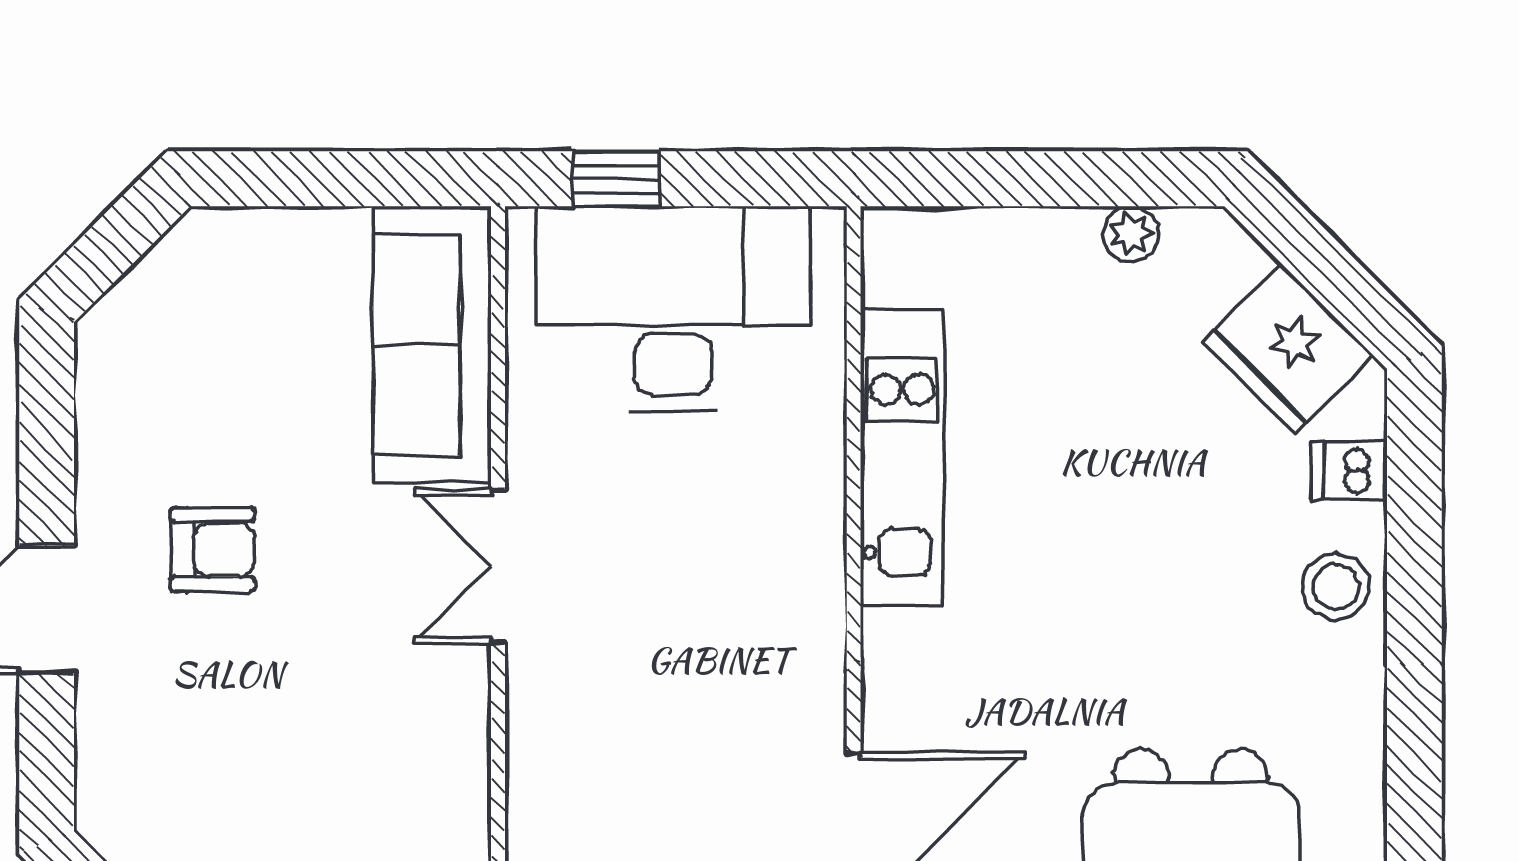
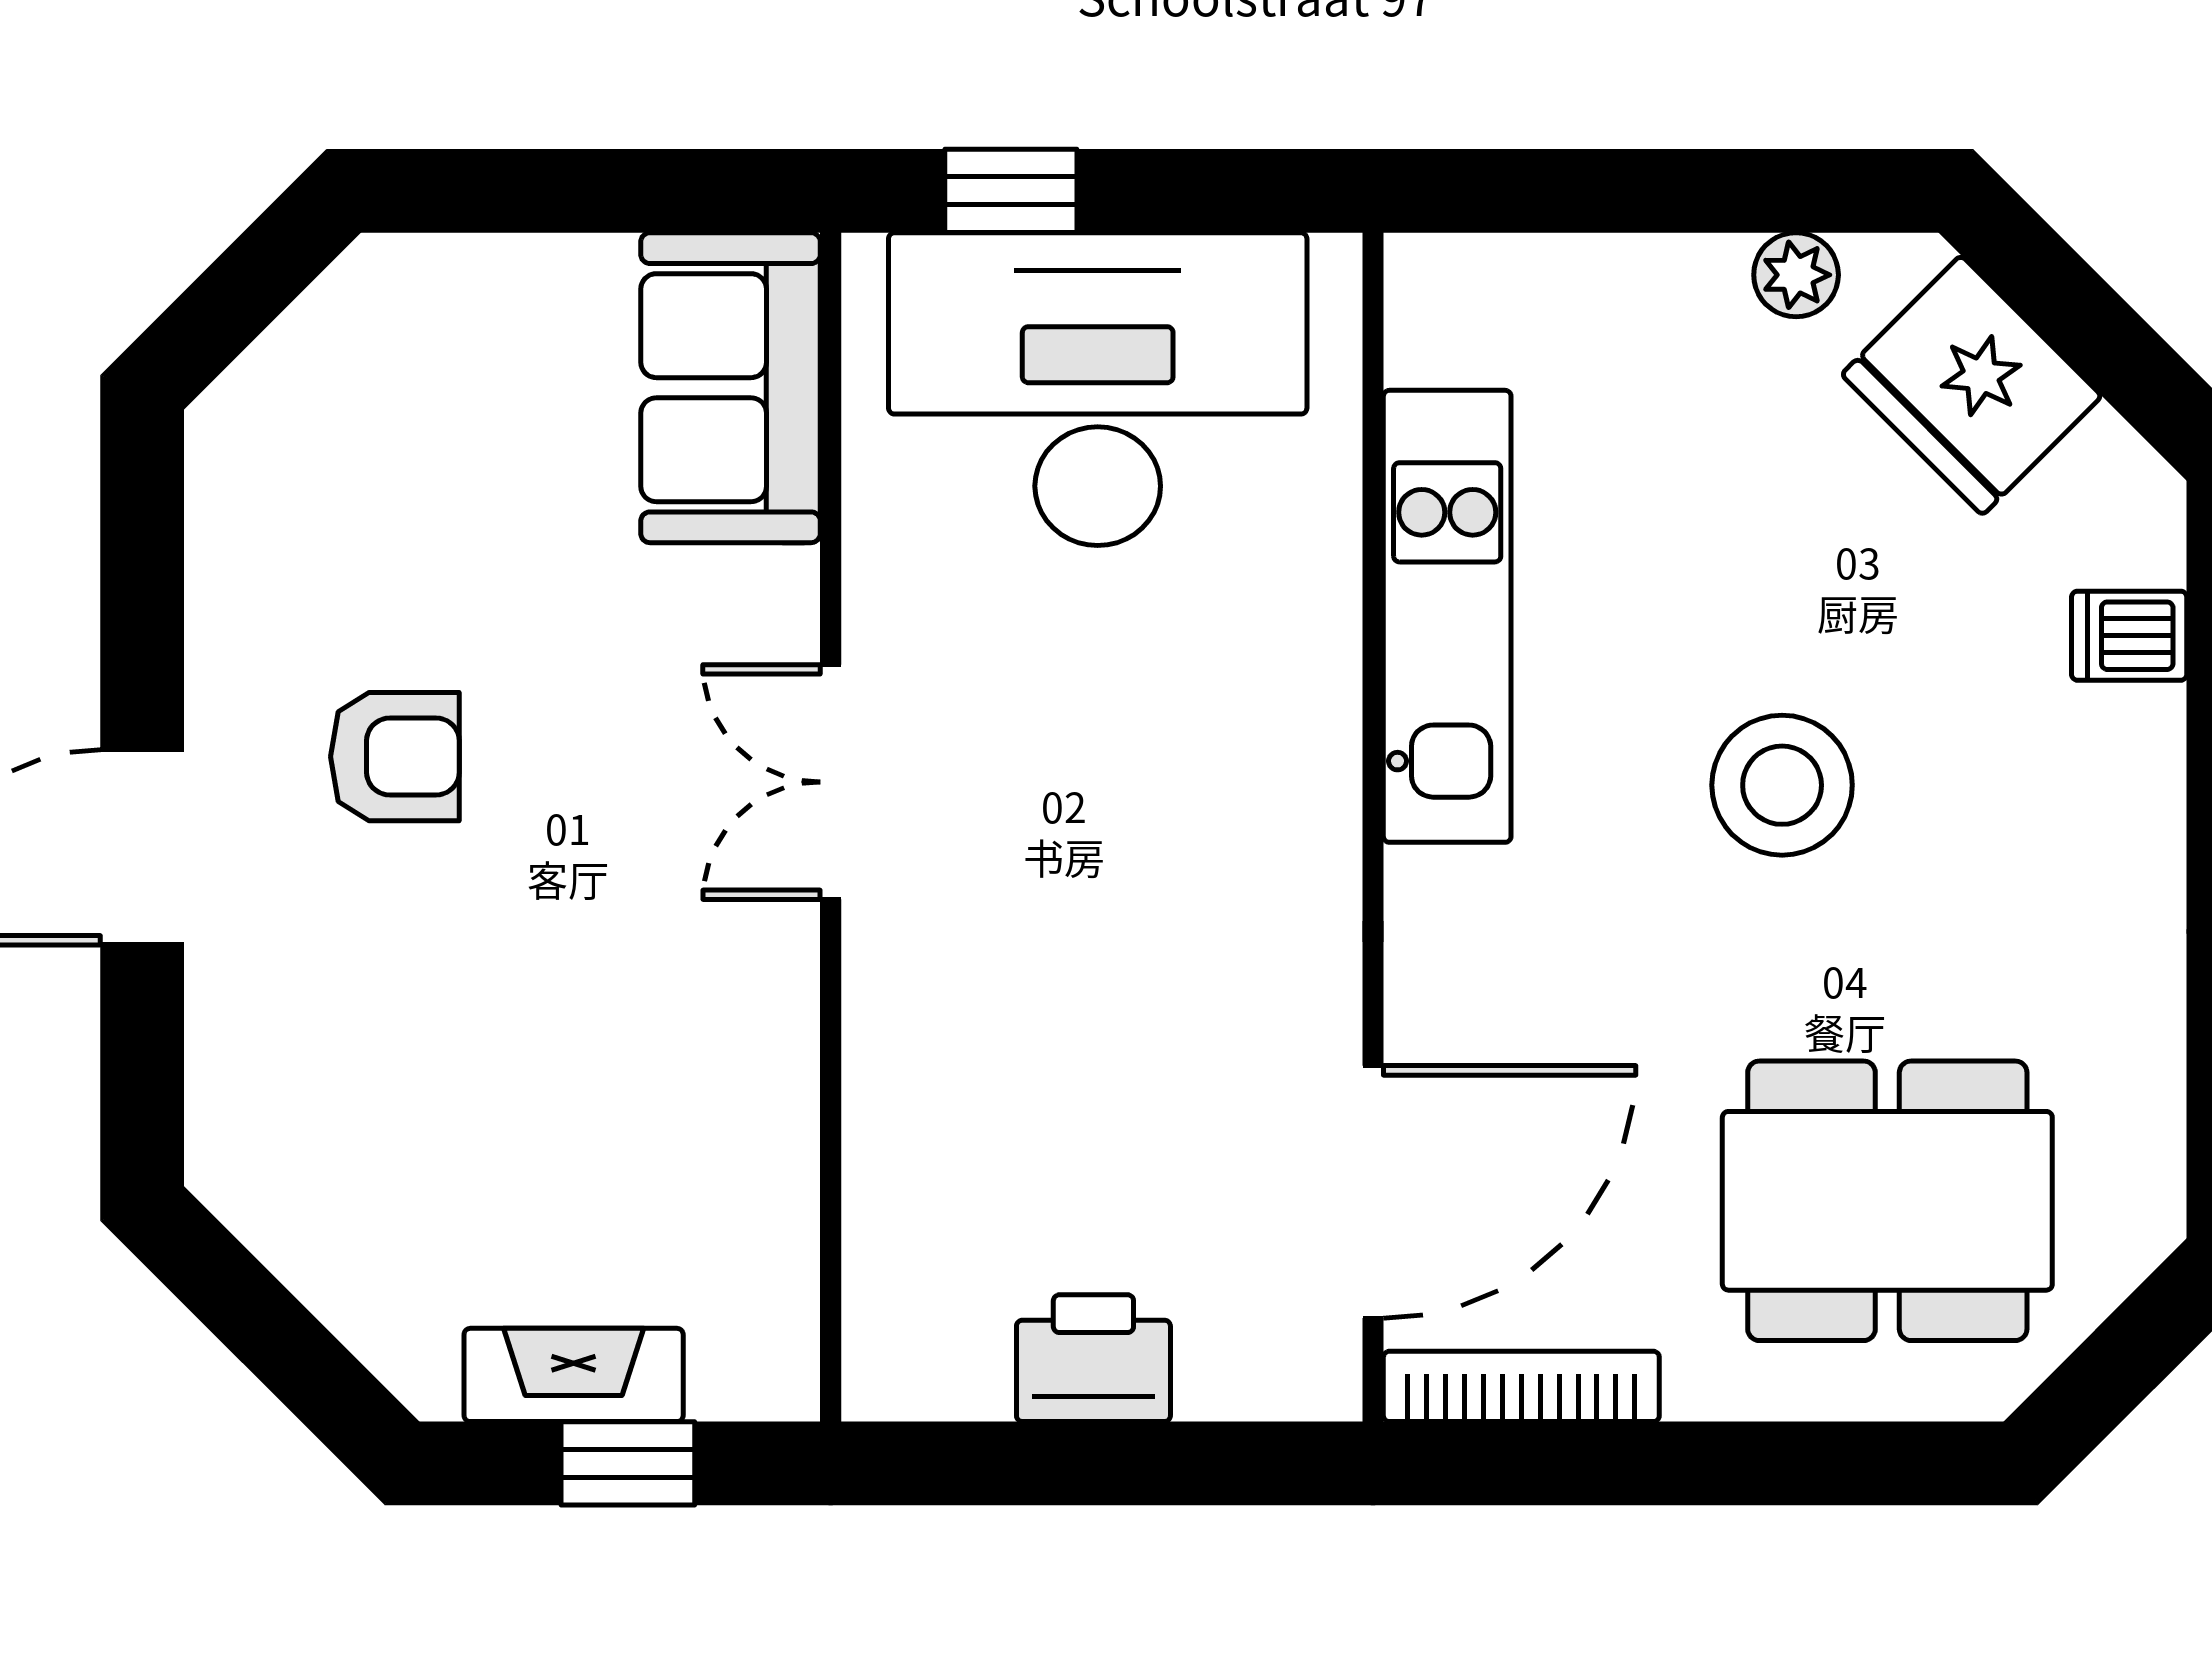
sofa: (432, 344) -> (731, 388), width x0.73
fridge: (1288, 349) -> (1972, 385), moved
stool: (1336, 587) -> (1782, 785), moved, width x1.38, depth x1.38

